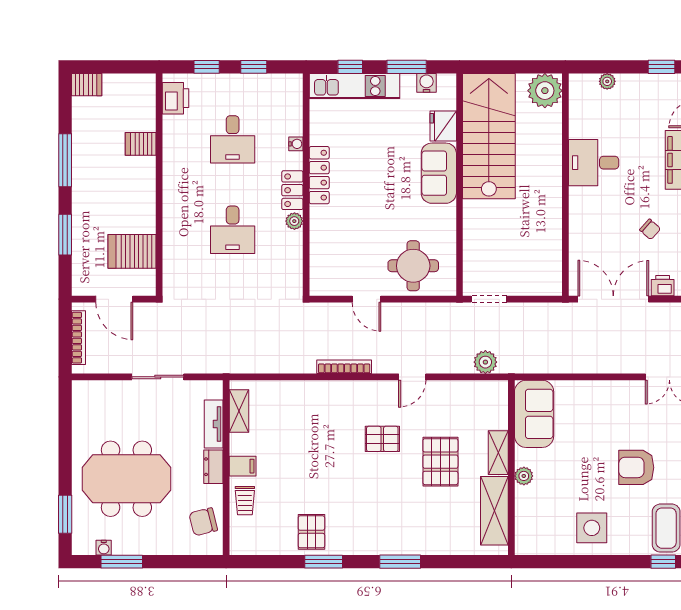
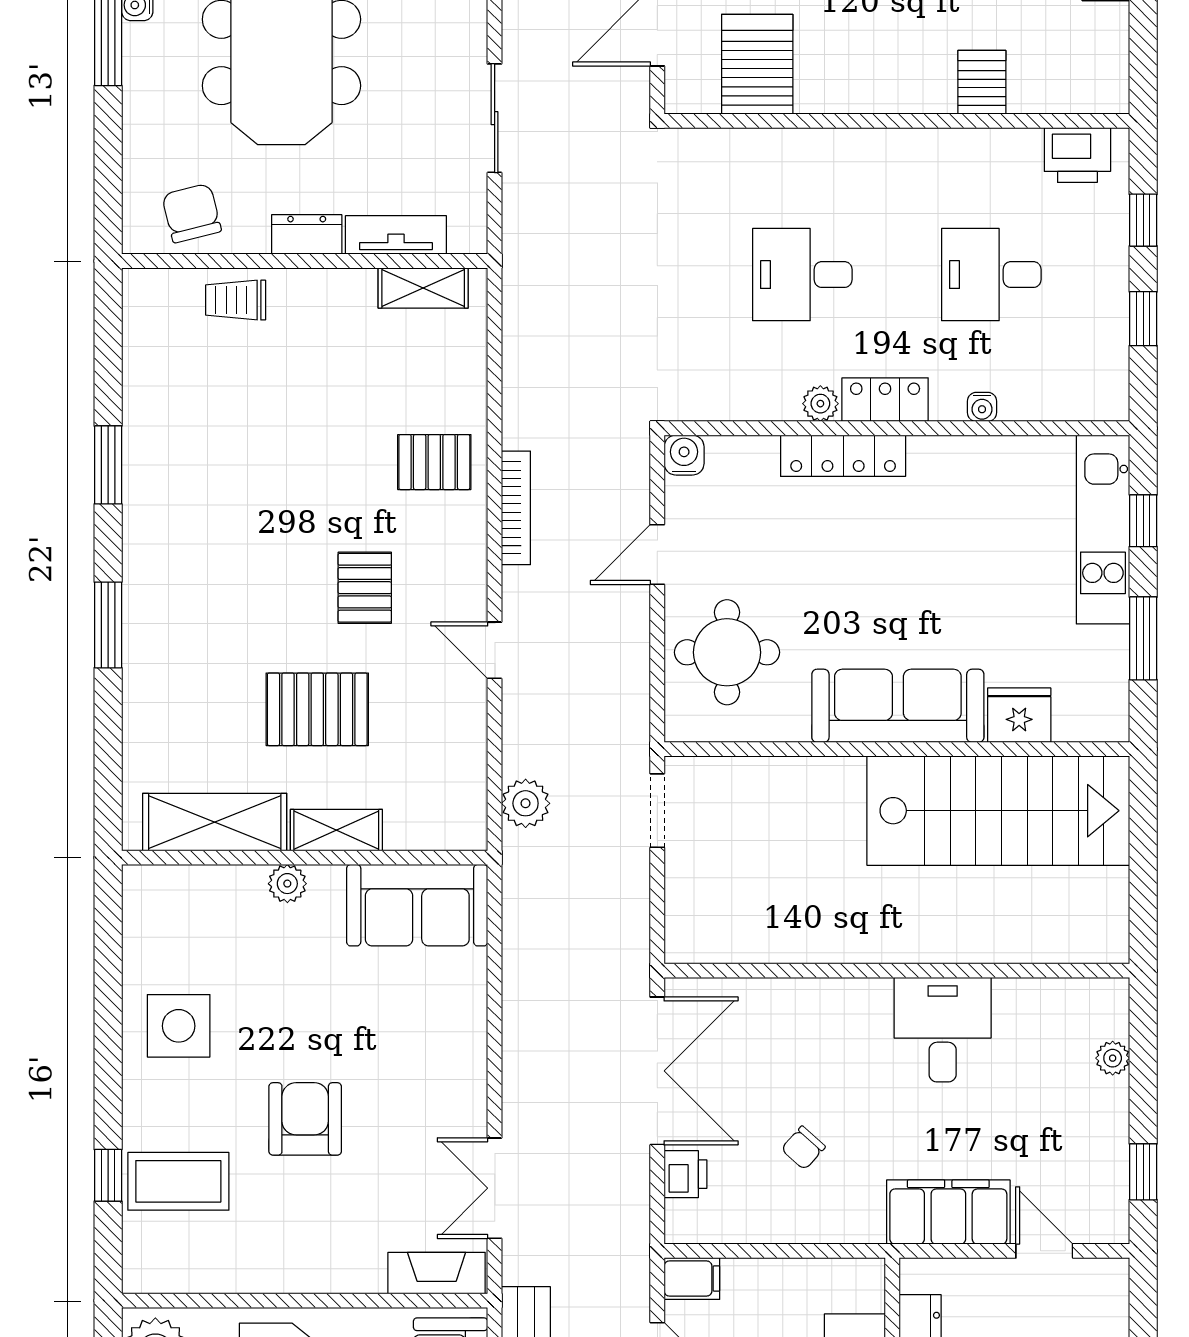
water cooler: (427, 83) -> (684, 455), moved, turned -90
plant: (545, 91) -> (1093, 928), removed
sofa: (439, 173) -> (898, 706), width x1.36
locker: (319, 175) -> (843, 456), moved
filing cabinet: (243, 466) -> (308, 296), removed
pallet: (311, 532) -> (434, 462), moved

